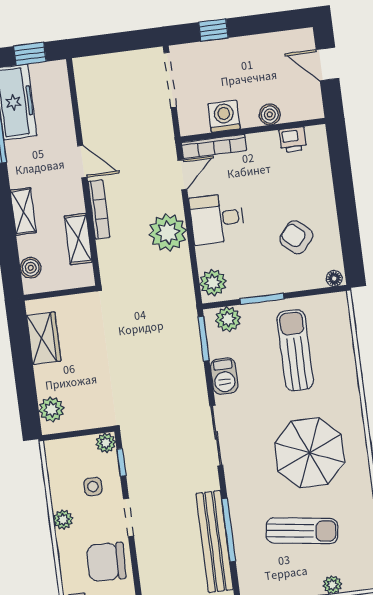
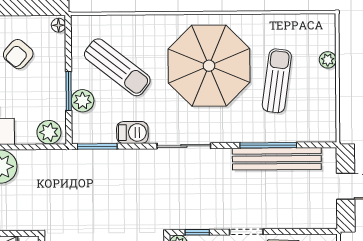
plant: (228, 319) -> (83, 101), moved
sun lounger: (295, 350) -> (117, 67), turned -142
parasol: (310, 453) -> (209, 66), width x1.36, depth x1.36

